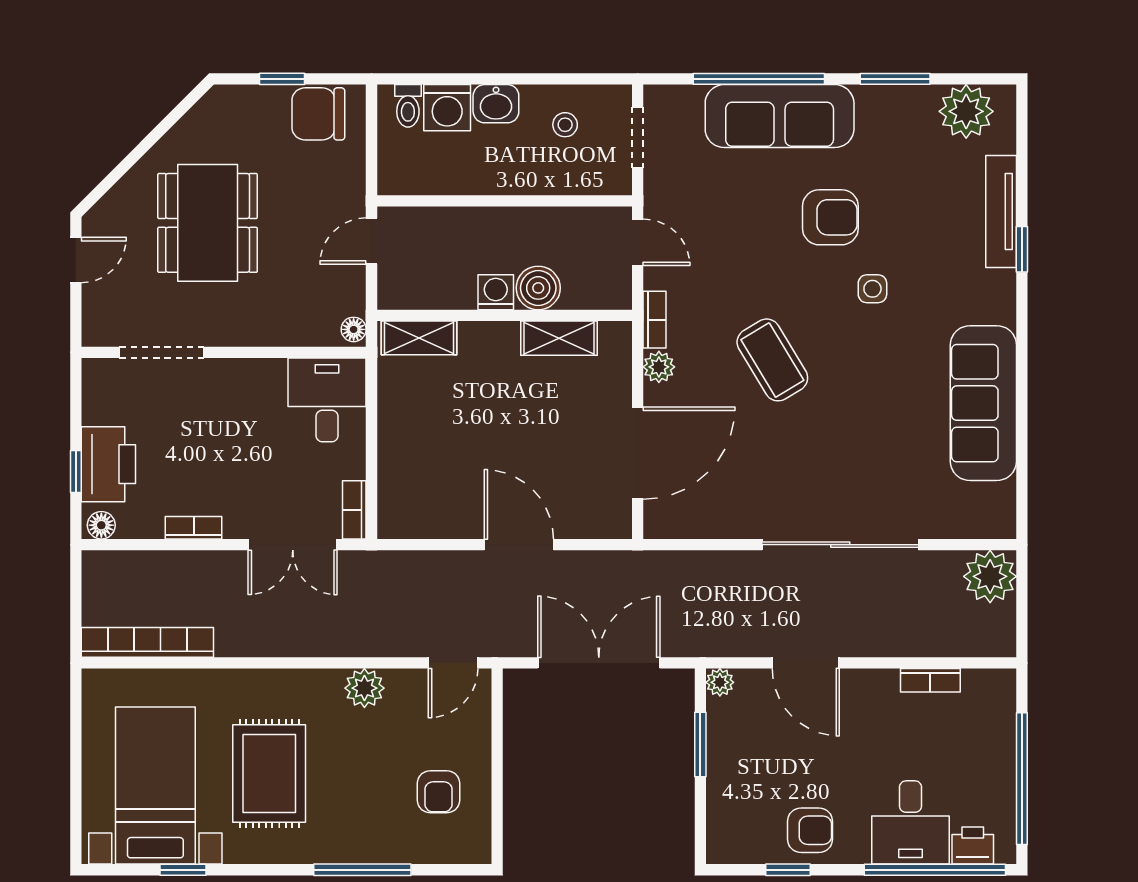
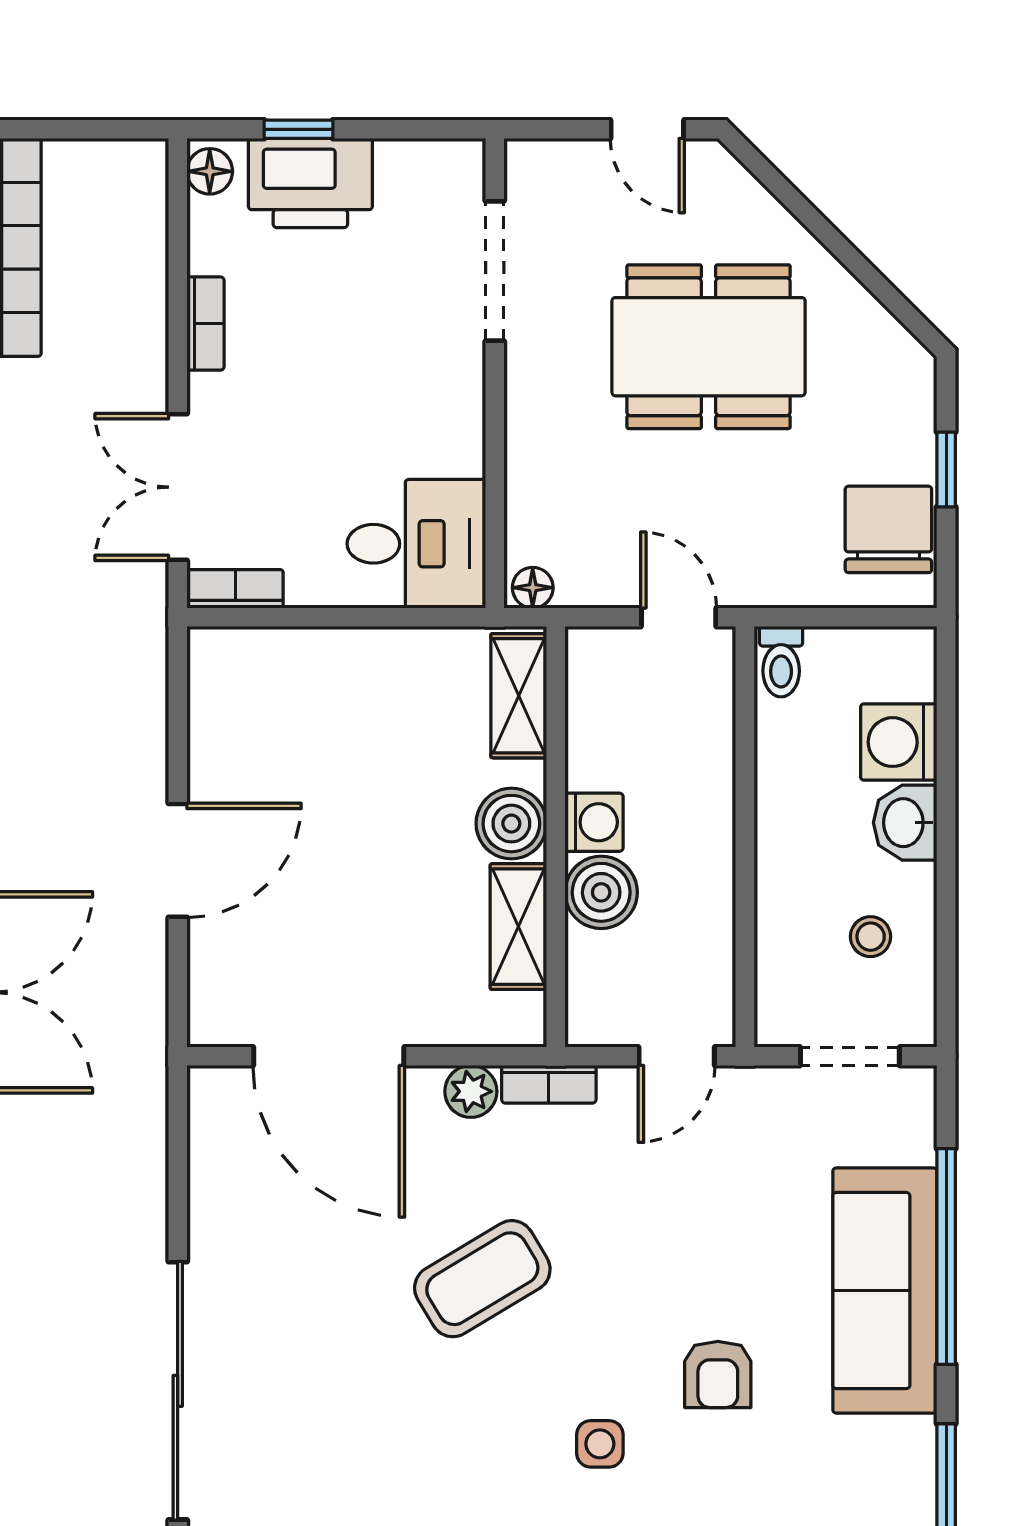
toilet: (408, 106) -> (781, 662), moved, turned -90
armchair: (830, 217) -> (718, 1374), width x0.72, depth x0.72
boiler: (497, 342) -> (511, 824), added

